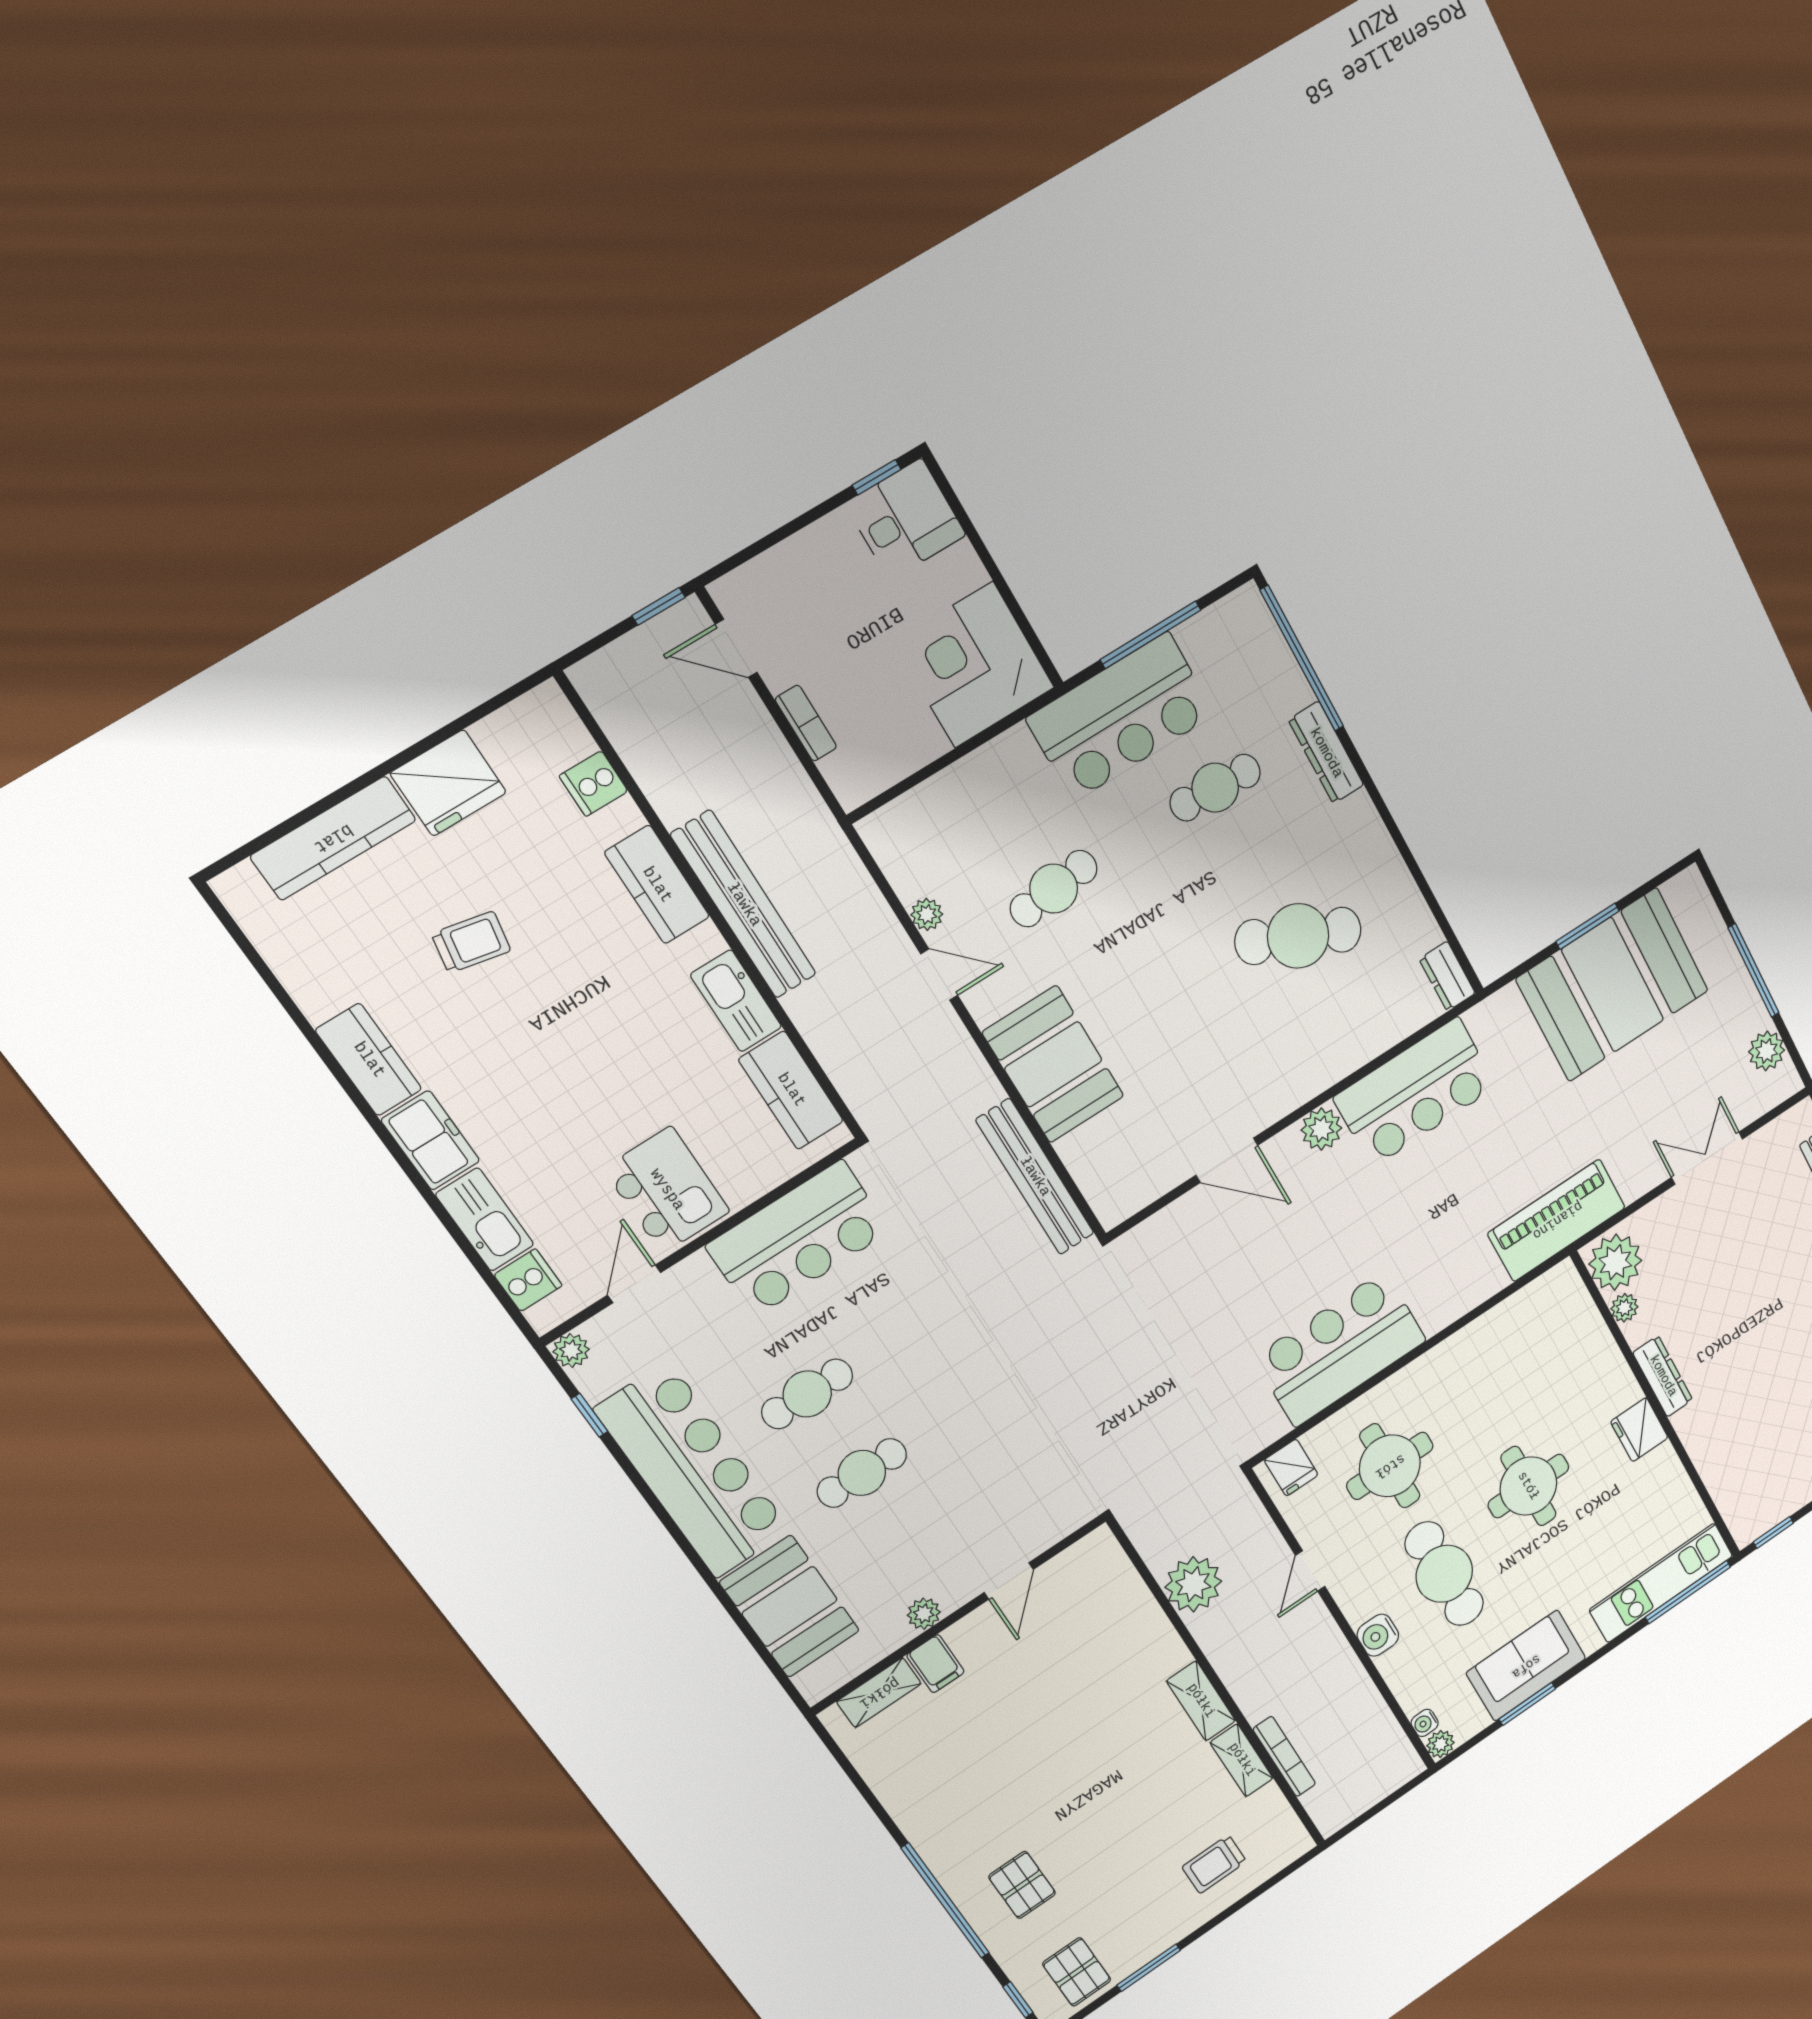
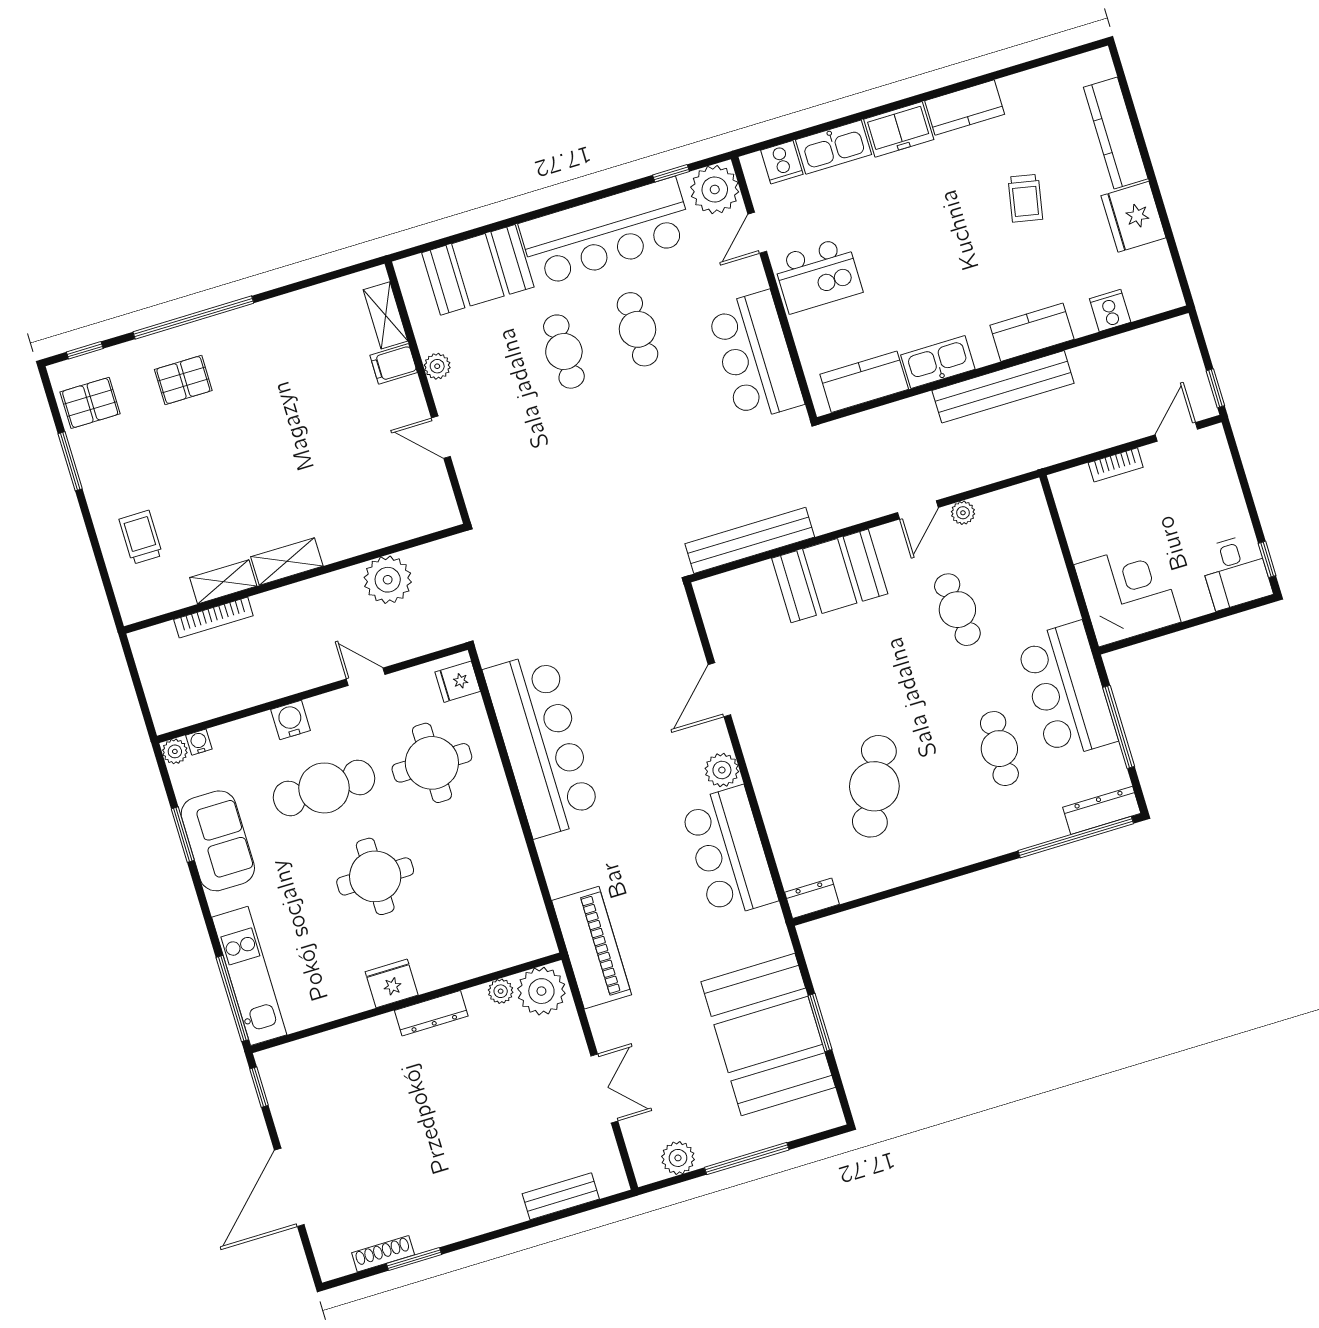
dresser: (1326, 753) -> (1102, 810), moved
door: (634, 1284) -> (757, 233), swing flipped
bar counter: (1340, 1349) -> (542, 744), width x1.36
plant: (571, 1351) -> (715, 190), width x1.88, depth x1.88

